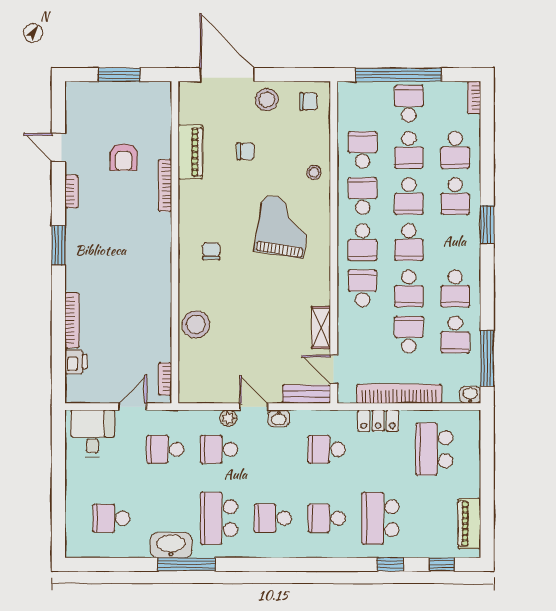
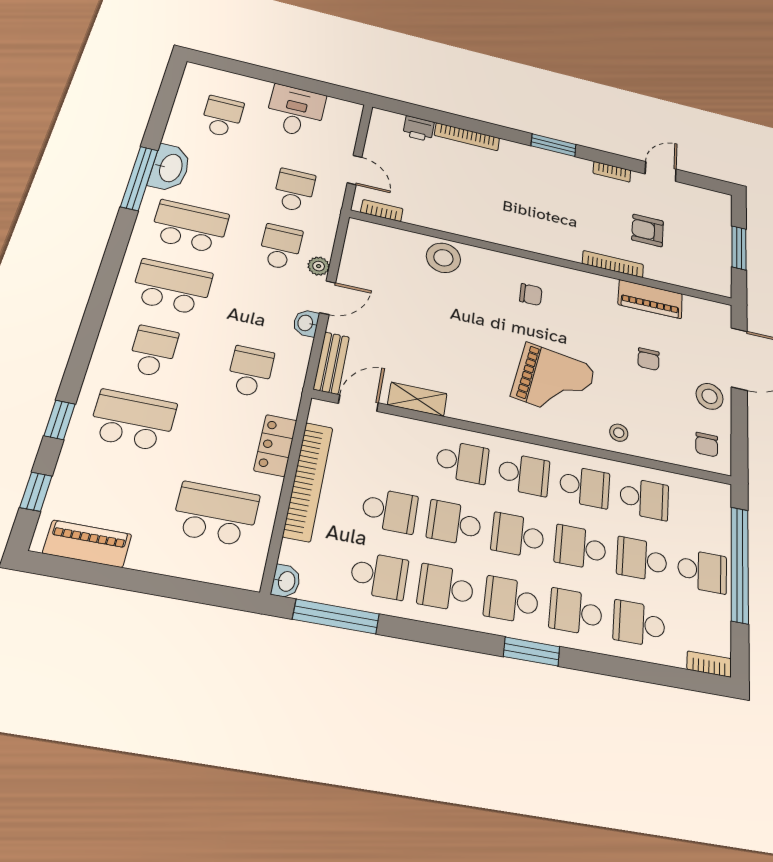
school desk: (363, 242) -> (524, 474), turned 180
school desk: (455, 242) -> (511, 600), added
school desk: (455, 335) -> (379, 576), turned 180
desk: (92, 433) -> (296, 111), moved, turned -90
school desk: (273, 518) -> (172, 287), width x1.85

